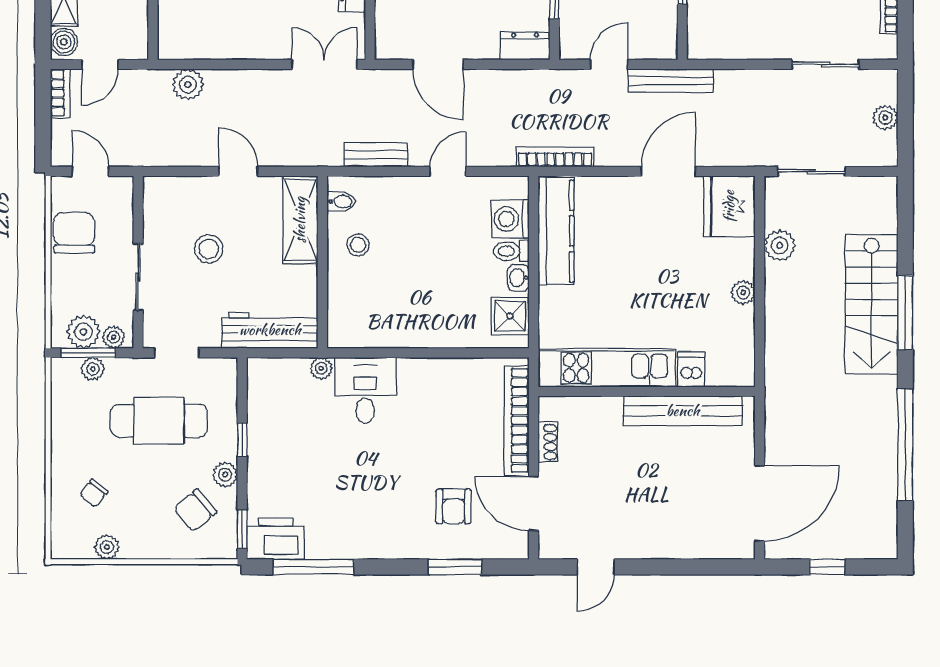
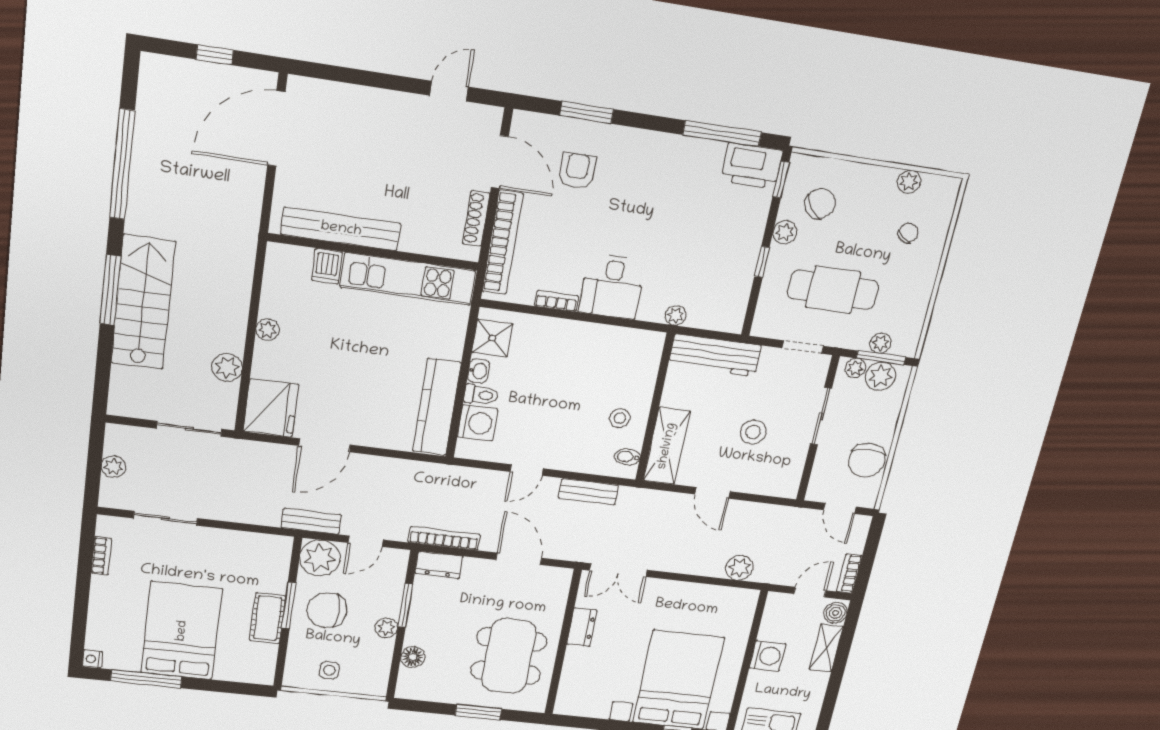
plant: (656, 38) -> (320, 558), added
bench: (671, 81) -> (311, 521), width x0.73
bookcase: (555, 157) -> (444, 538), moved, turned 180
bookcase: (450, 366) -> (557, 301), added
desk: (365, 390) -> (612, 286), moved
shoe rack: (548, 442) -> (476, 218), width x1.43

